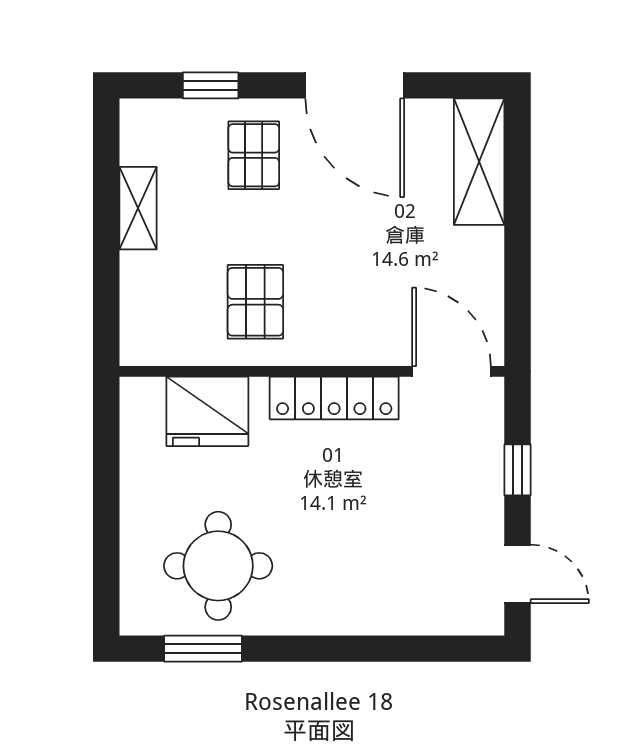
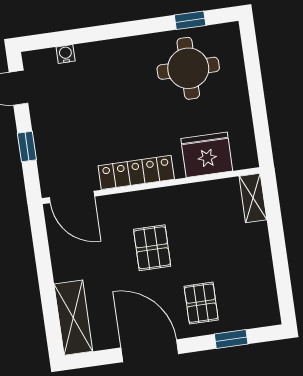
shelving: (138, 208) -> (253, 198), moved
pallet: (255, 302) -> (152, 248), moved
water cooler: (427, 621) -> (66, 54), added
window: (203, 649) -> (190, 20), width x0.67

